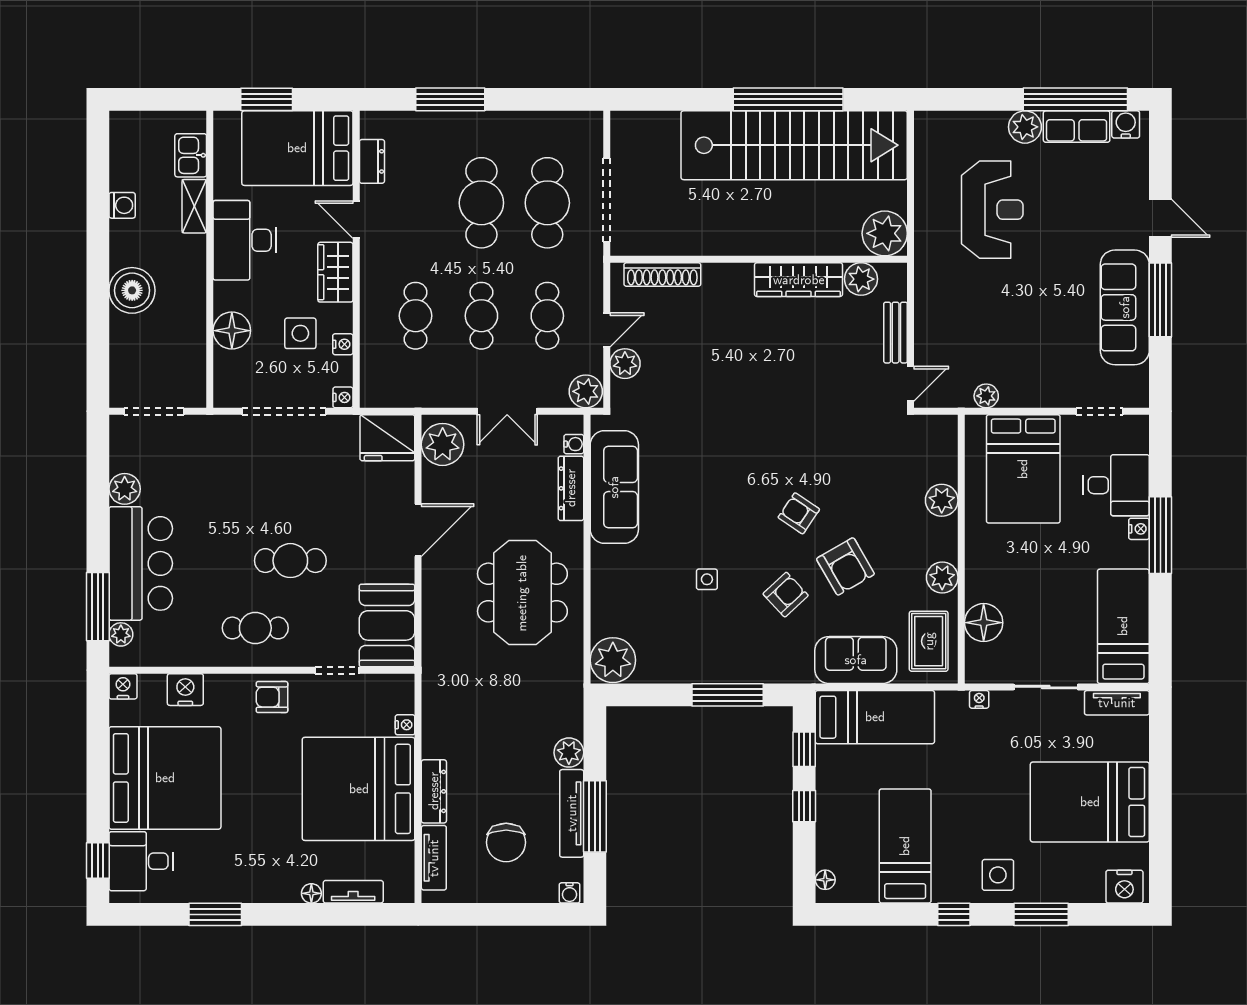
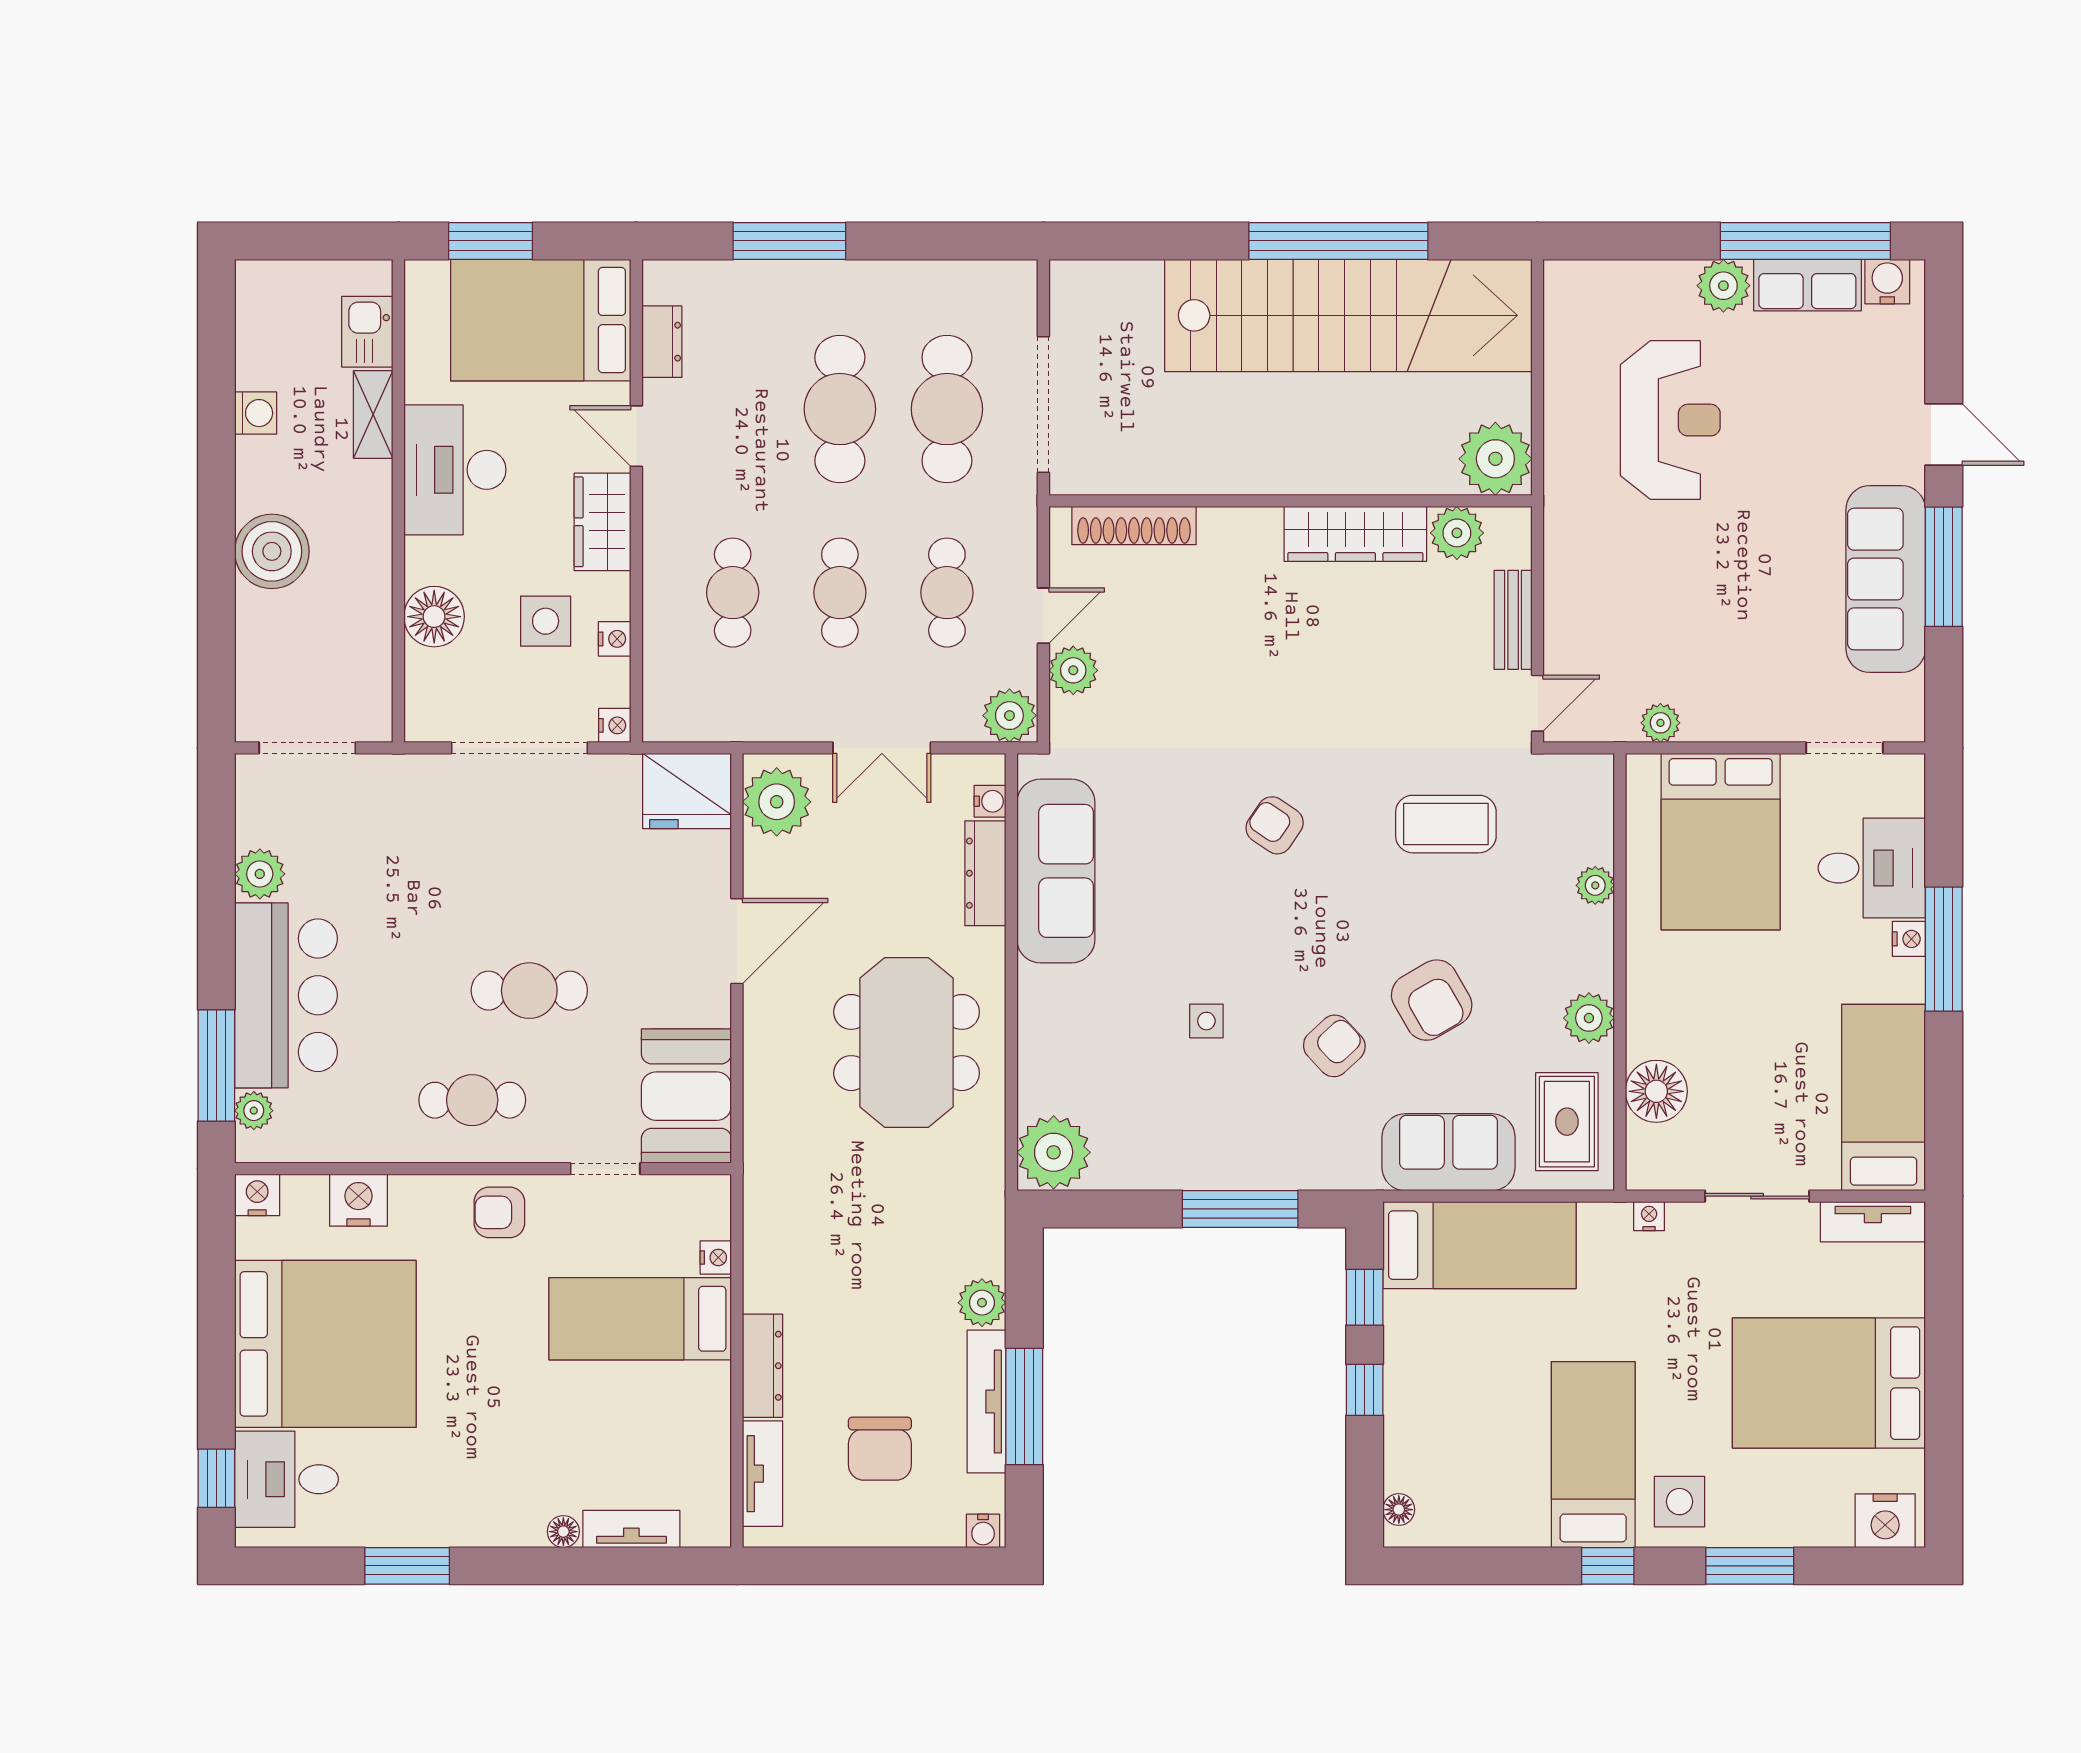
coffee table: (854, 458) -> (1446, 824), added
plant: (942, 500) -> (1595, 885), width x0.73, depth x0.73
armchair: (799, 513) -> (1275, 825), moved
bed: (359, 789) -> (640, 1319), width x0.49
bed: (905, 846) -> (1593, 1455), moved

